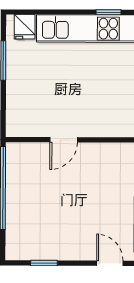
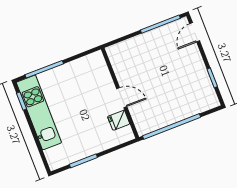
fridge: (25, 27) -> (119, 120), moved, turned 180

